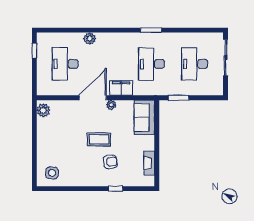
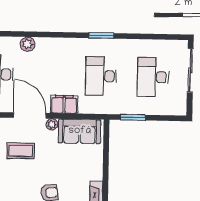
door: (93, 98) -> (30, 115), hinge flipped
sofa: (144, 118) -> (80, 131), moved, turned -90
coffee table: (99, 139) -> (21, 151), moved

